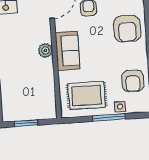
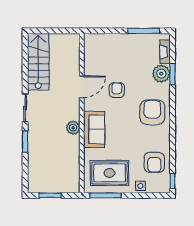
armchair: (127, 29) -> (152, 112), turned 180
window: (109, 117) -> (106, 195), moved

